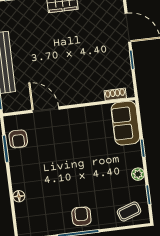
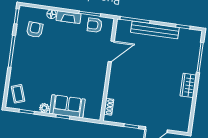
sofa: (125, 123) -> (67, 106), moved
fireplace: (17, 174) -> (69, 17), added
armchair: (81, 216) -> (35, 30), moved, turned -88

